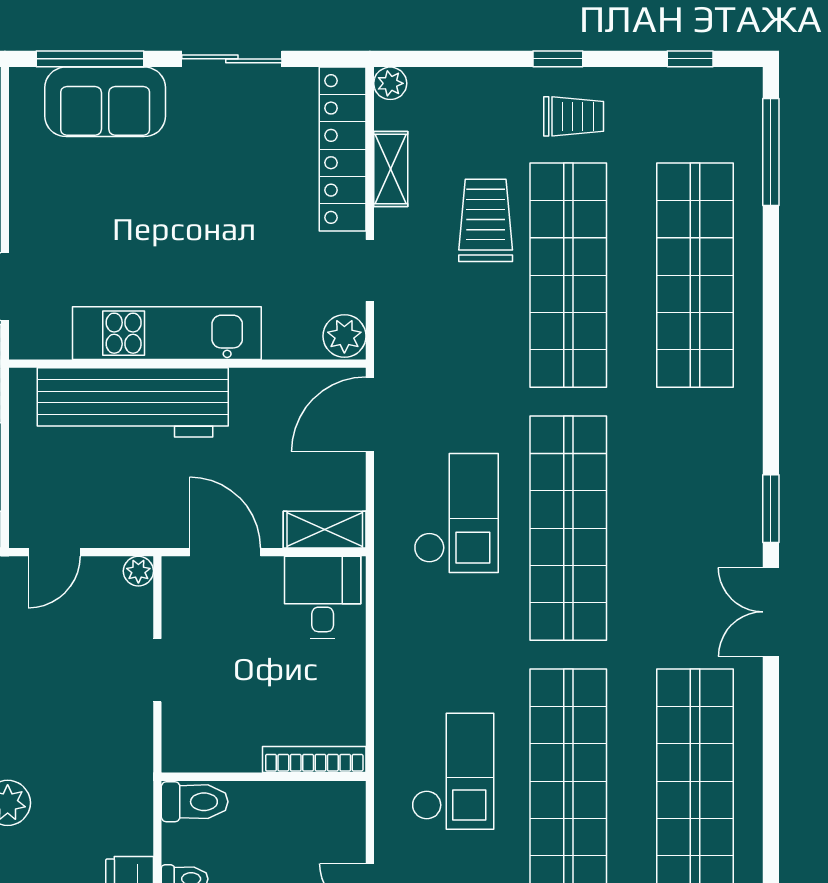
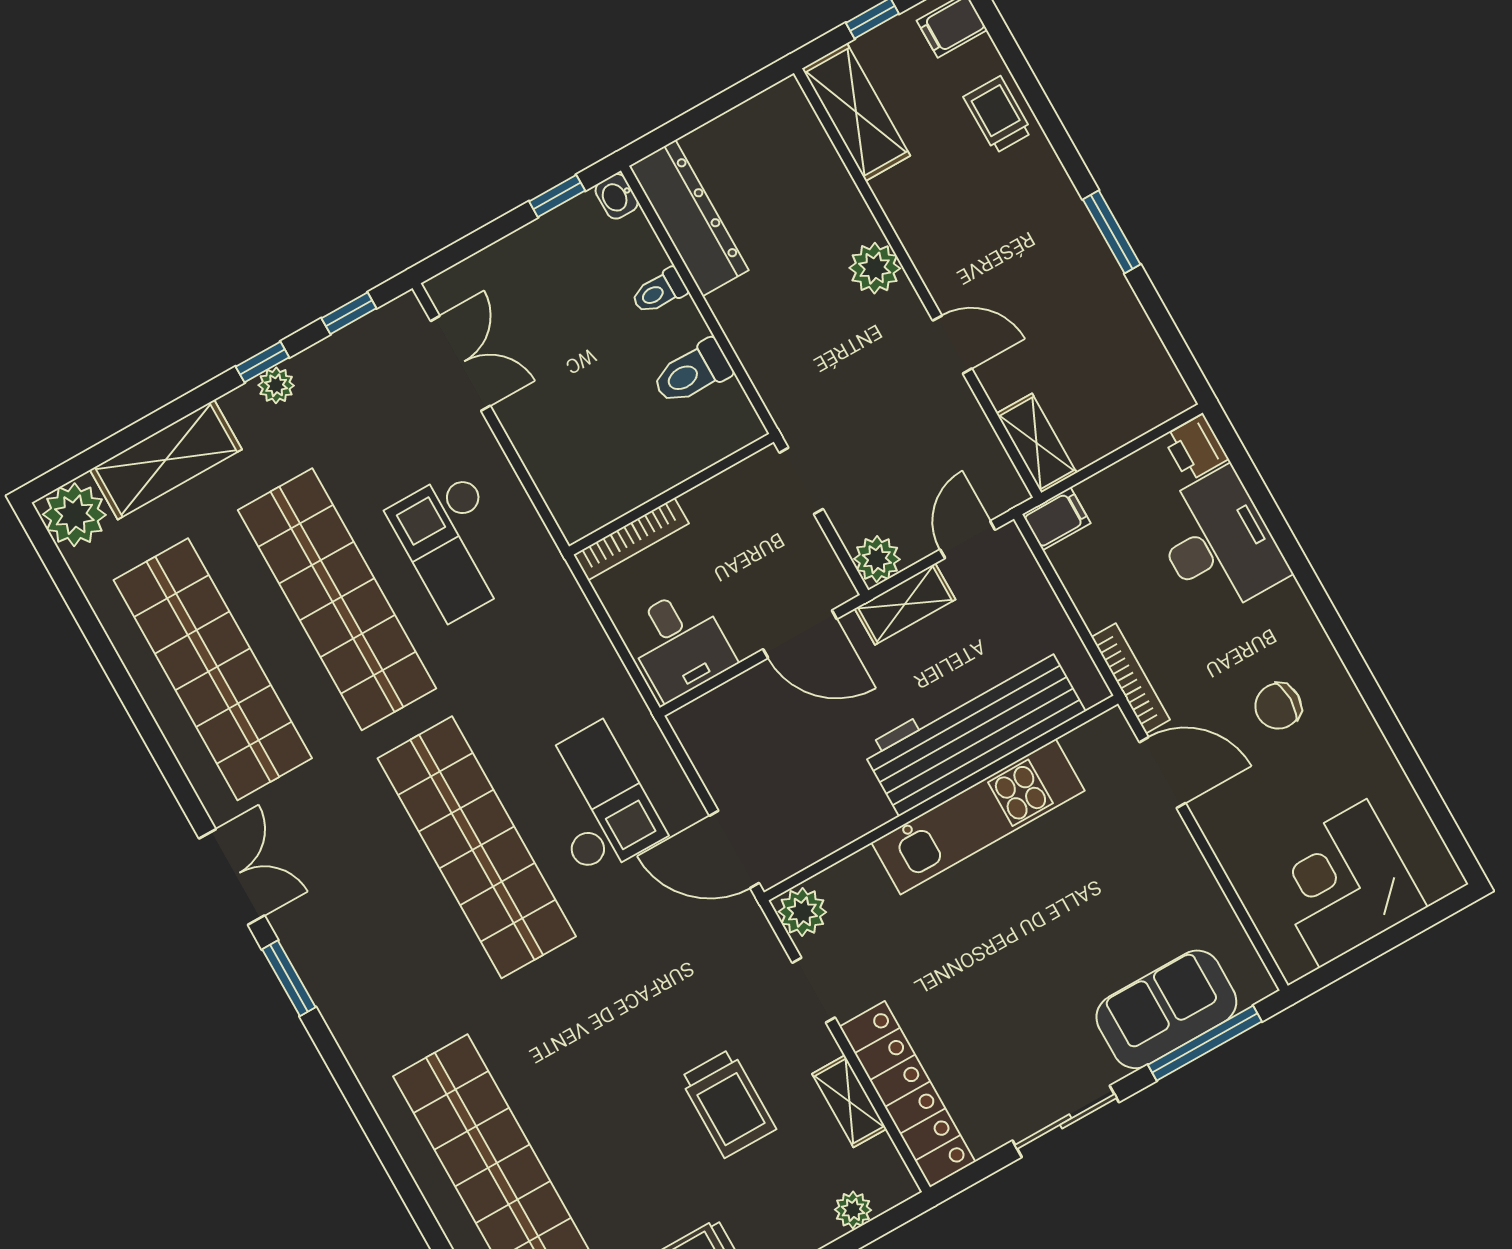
plant: (390, 83) -> (853, 1210), moved
shop shelf: (568, 275) -> (616, 1095), removed
door: (370, 414) -> (734, 849), swing flipped
checkout: (456, 513) -> (595, 800), turned 180
shelving: (325, 530) -> (905, 604), moved
plant: (138, 571) -> (877, 559), width x1.38, depth x1.38
bookcase: (314, 760) -> (631, 539), moved
wall: (264, 777) -> (671, 494), moved

